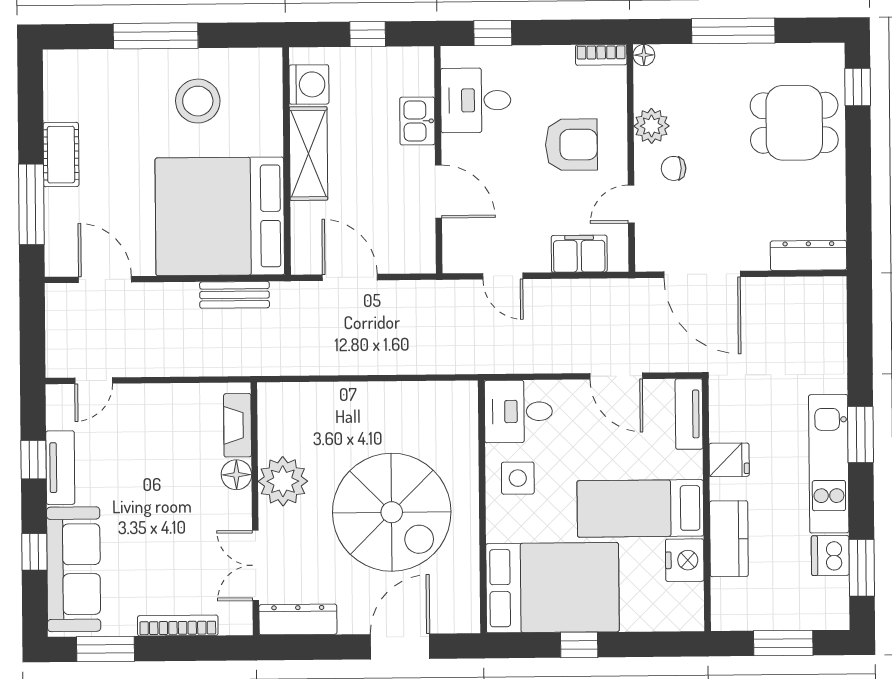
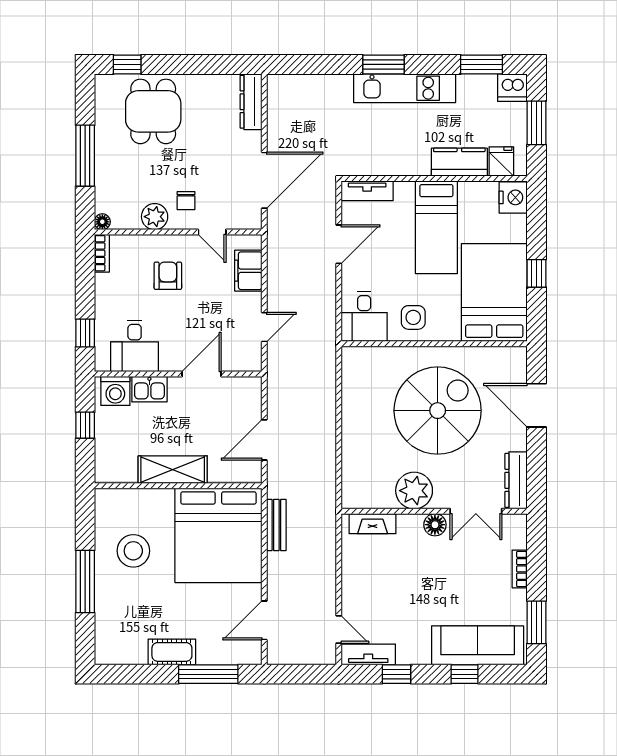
washing machine: (309, 84) -> (115, 391), moved, turned 180
armchair: (571, 145) -> (168, 276), width x0.72, depth x0.72
fridge: (729, 460) -> (501, 162), moved
tv unit: (60, 468) -> (368, 654), moved
floor lamp: (236, 475) -> (435, 525), moved
dishwasher: (830, 556) -> (512, 88), moved
nightstand: (685, 560) -> (513, 197), moved, turned 90
bookcase: (178, 625) -> (520, 569), width x0.64

